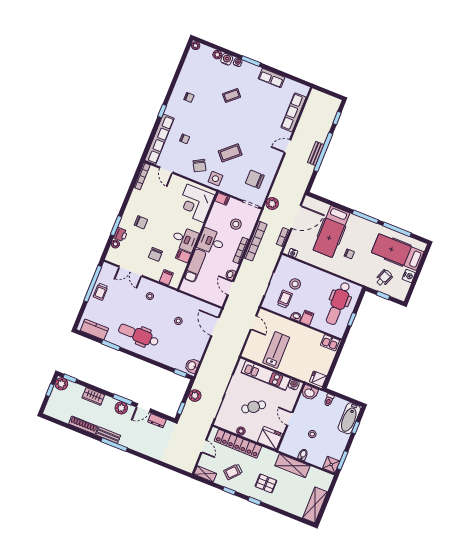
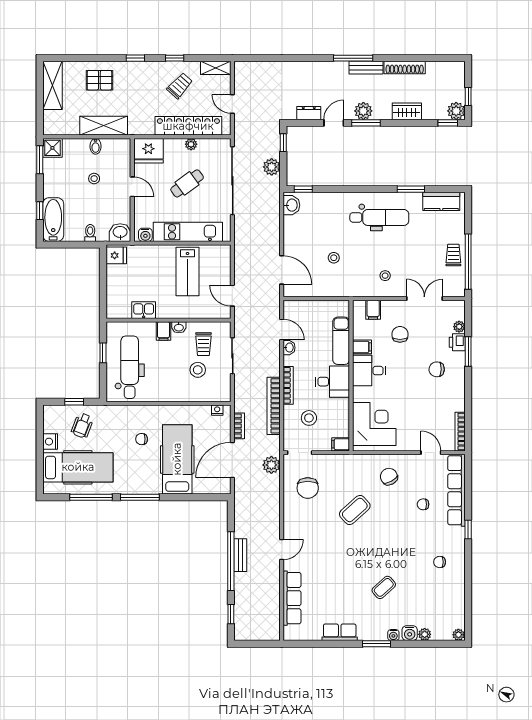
side table: (215, 179) -> (361, 468), removed
chair: (255, 179) -> (308, 488), turned 90
kitchen sink: (330, 343) -> (144, 310), moved
pallet: (266, 483) -> (99, 80), moved

